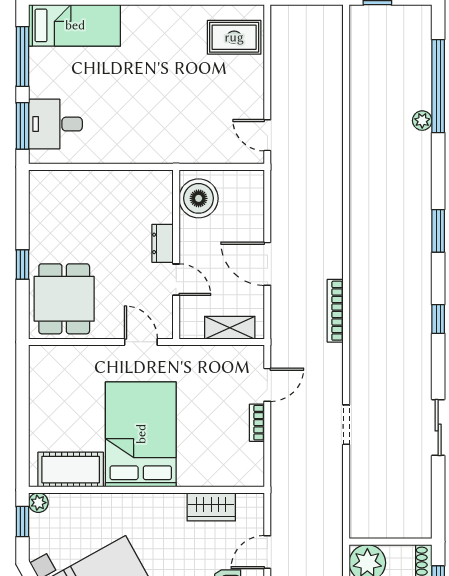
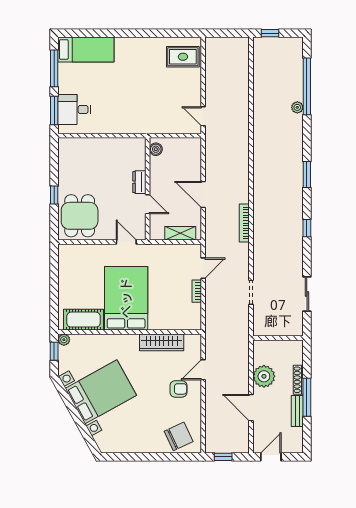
boiler: (199, 198) -> (156, 149), width x0.54, depth x0.54
wardrobe: (211, 507) -> (162, 342), width x1.50
wall: (391, 542) -> (278, 338), moved

